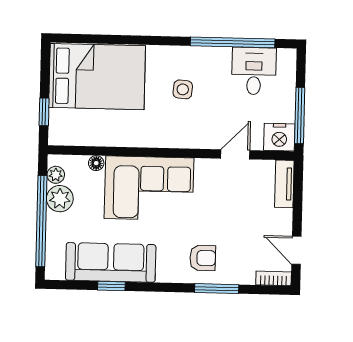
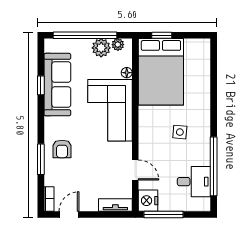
bed: (97, 77) -> (161, 72), moved

